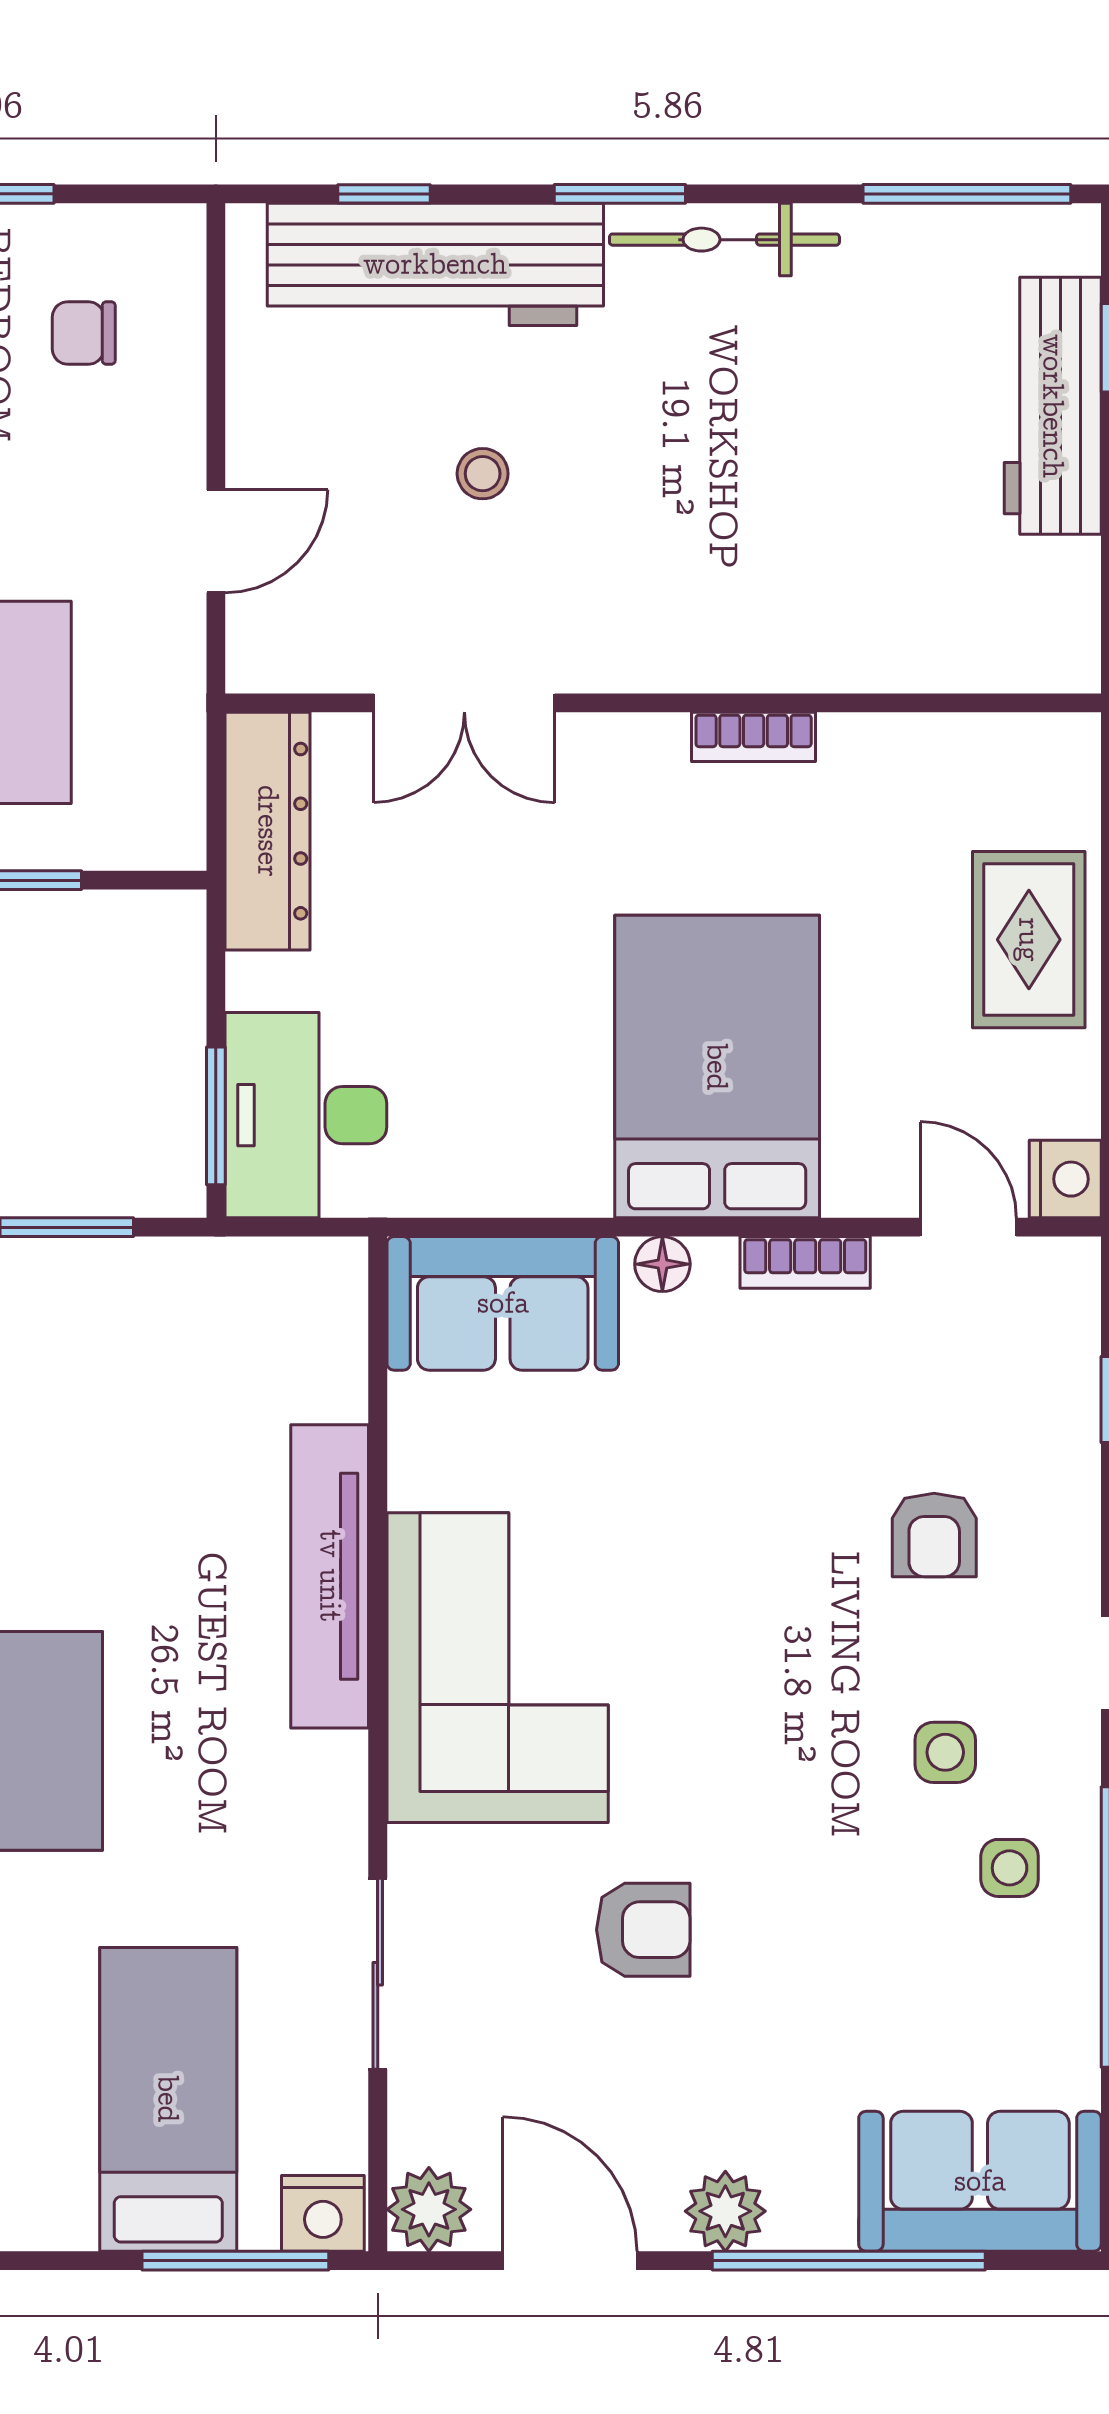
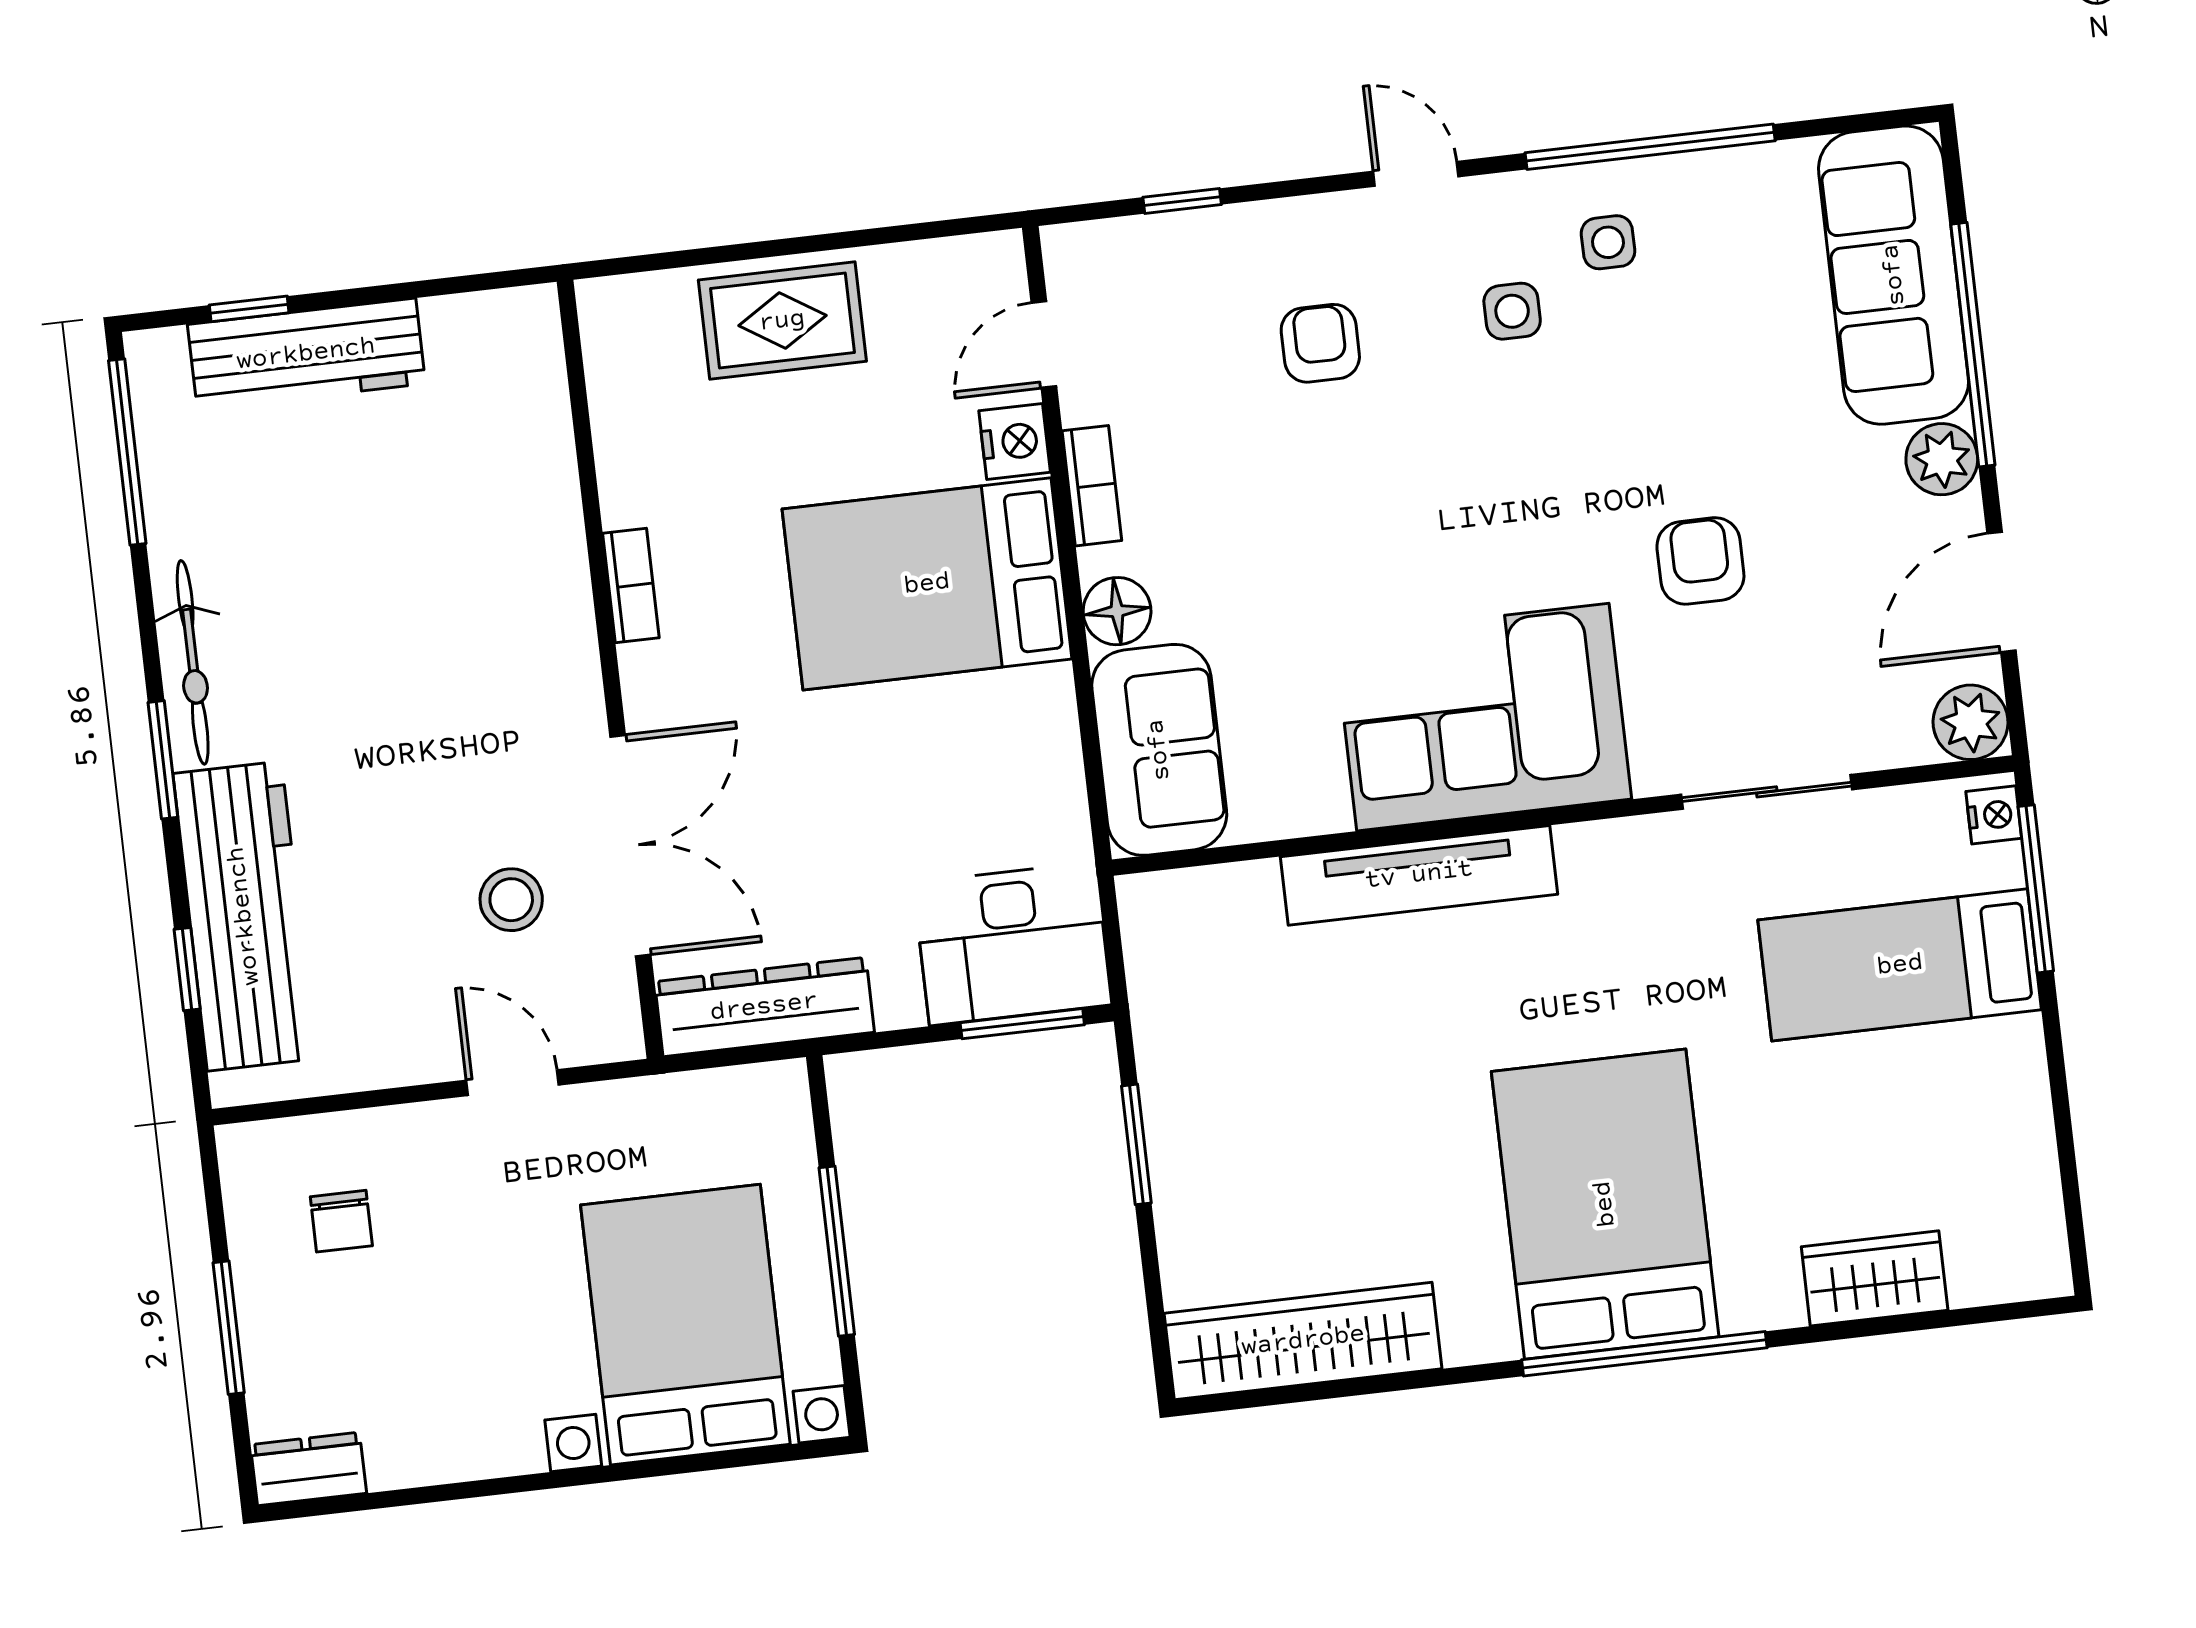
stool: (483, 474) -> (511, 900), moved, width x1.37, depth x1.37
double door: (464, 703) -> (630, 846), width x1.37
nightstand: (1065, 1179) -> (1015, 441), moved, turned 90
floor lamp: (662, 1264) -> (1117, 611), width x1.37, depth x1.37
armchair: (934, 1535) -> (1320, 343), turned -90
sofa: (980, 2181) -> (1894, 275), width x1.36
nightstand: (323, 2213) -> (1994, 815), width x0.72, depth x0.74

